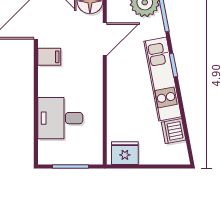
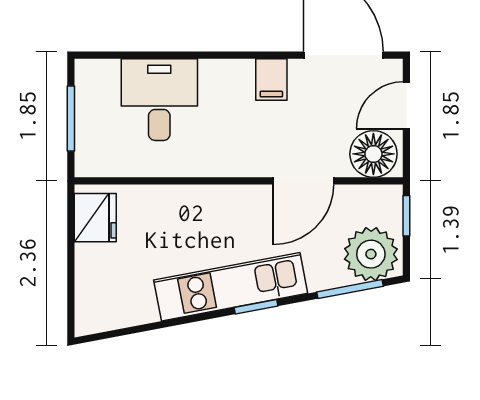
door: (105, 39) -> (303, 181), hinge flipped
dishwasher: (174, 131) -> (135, 307), removed

